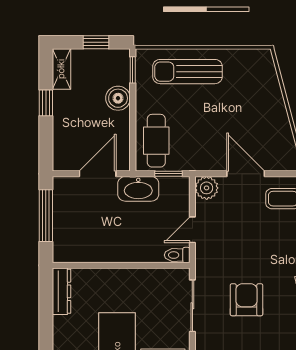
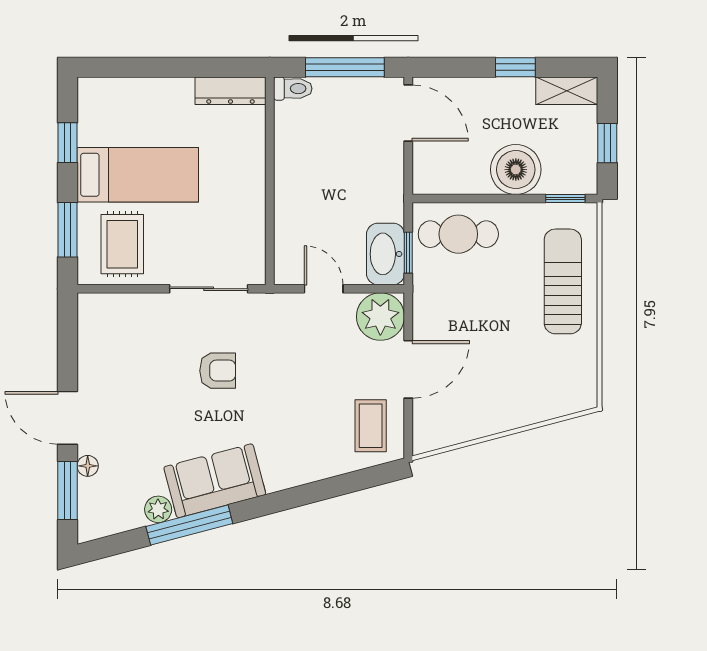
boiler: (118, 98) -> (516, 170), width x1.37, depth x1.37
door: (98, 174) -> (408, 113), moved
plant: (207, 188) -> (380, 317), width x1.36, depth x1.36
washbasin: (138, 189) -> (385, 254), moved
toilet: (177, 255) -> (293, 89), moved, turned 90
armchair: (246, 300) -> (218, 371), width x0.72, depth x0.72

